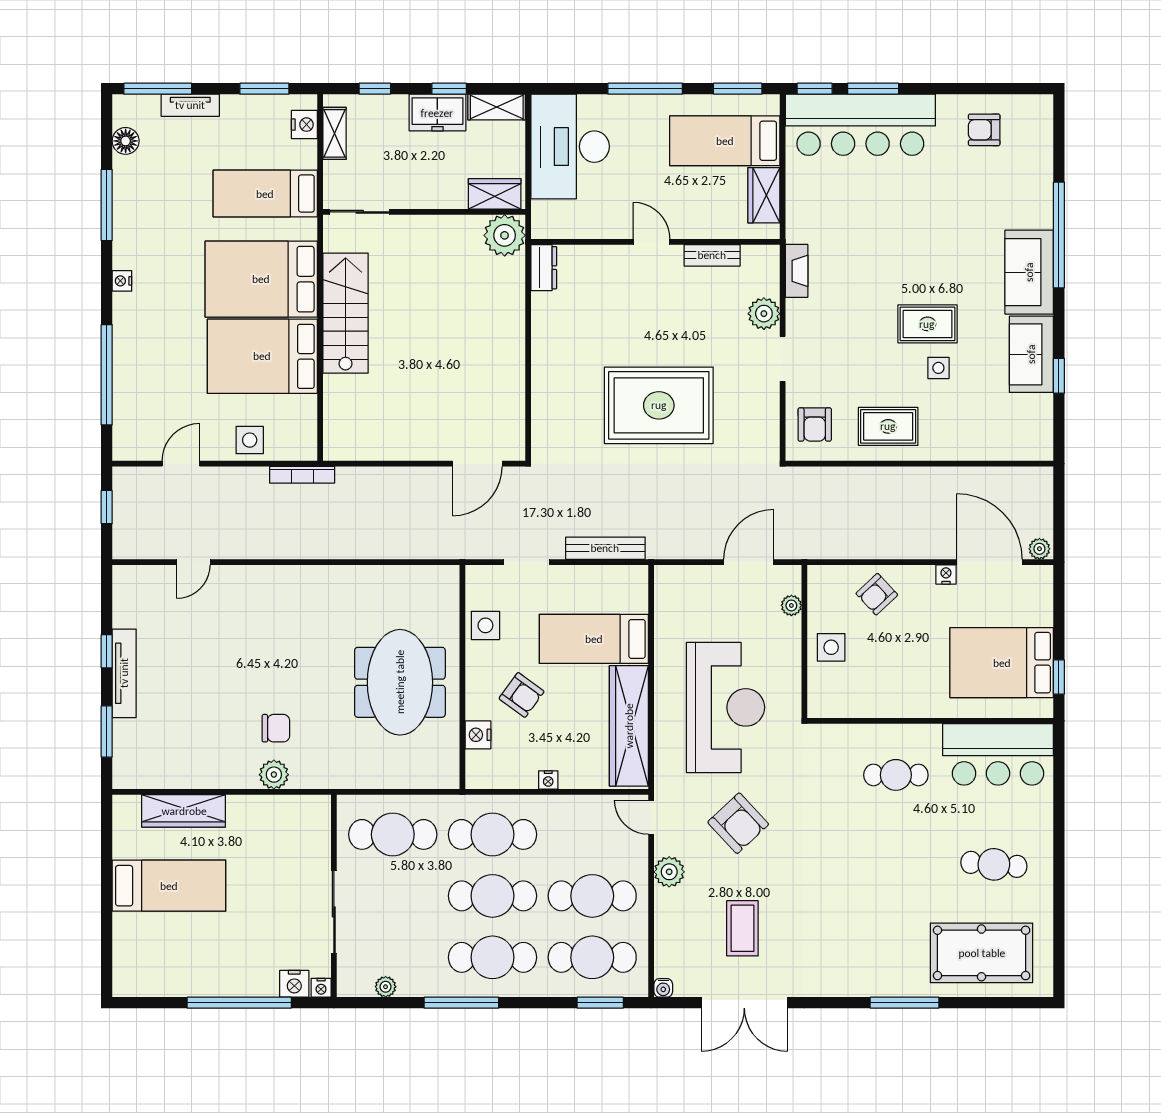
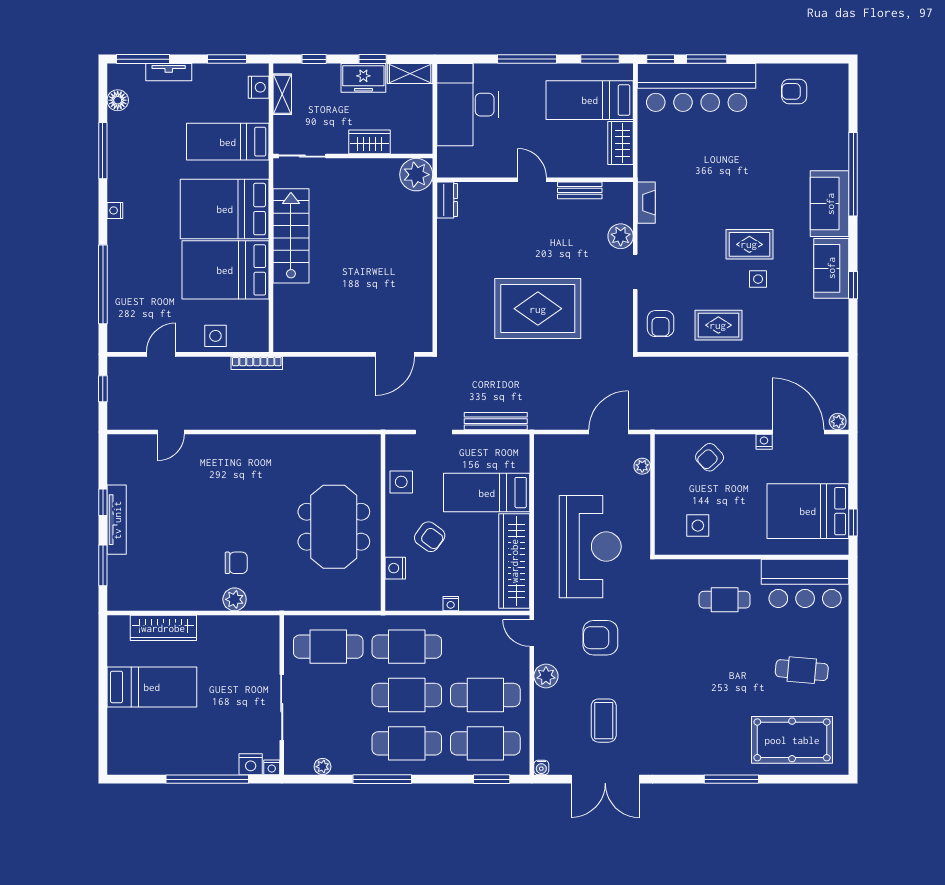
wardrobe: (495, 194) -> (369, 142), moved
side table: (831, 647) -> (698, 526), moved
armchair: (738, 823) -> (600, 638), turned 133

